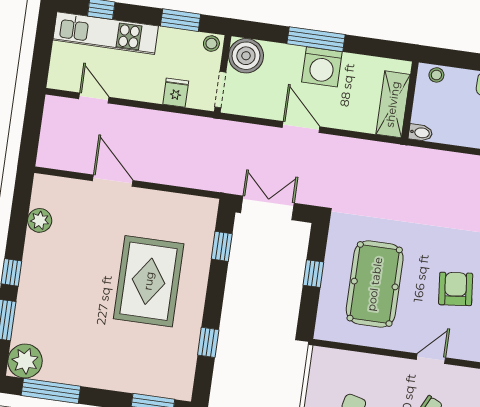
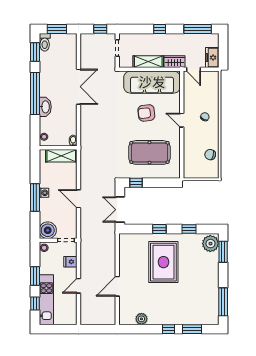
window: (181, 20) -> (35, 276), moved
washing machine: (322, 67) -> (44, 193), width x0.53, depth x0.53
door: (94, 98) -> (79, 286), moved
door: (301, 127) -> (79, 199), hinge flipped
window: (222, 246) -> (159, 229), moved
window: (313, 274) -> (136, 183), moved
rug: (149, 281) -> (163, 262), turned 90
plant: (25, 361) -> (210, 244), moved

